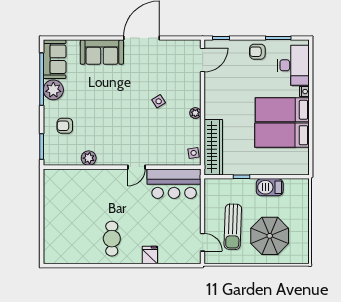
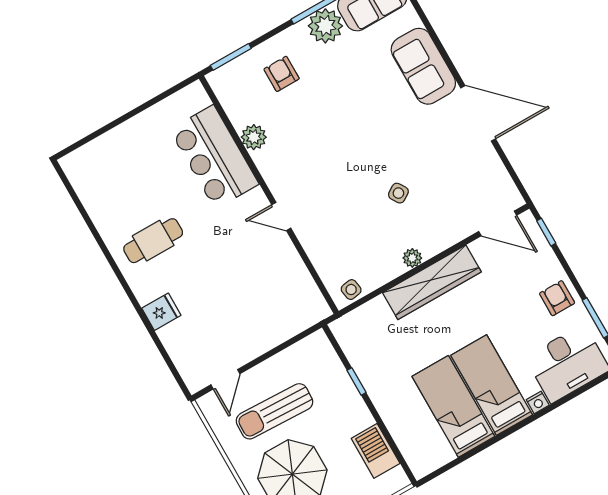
wardrobe: (213, 147) -> (432, 282), moved
bar counter: (174, 184) -> (214, 157), moved
barbecue: (270, 187) -> (376, 451), moved

